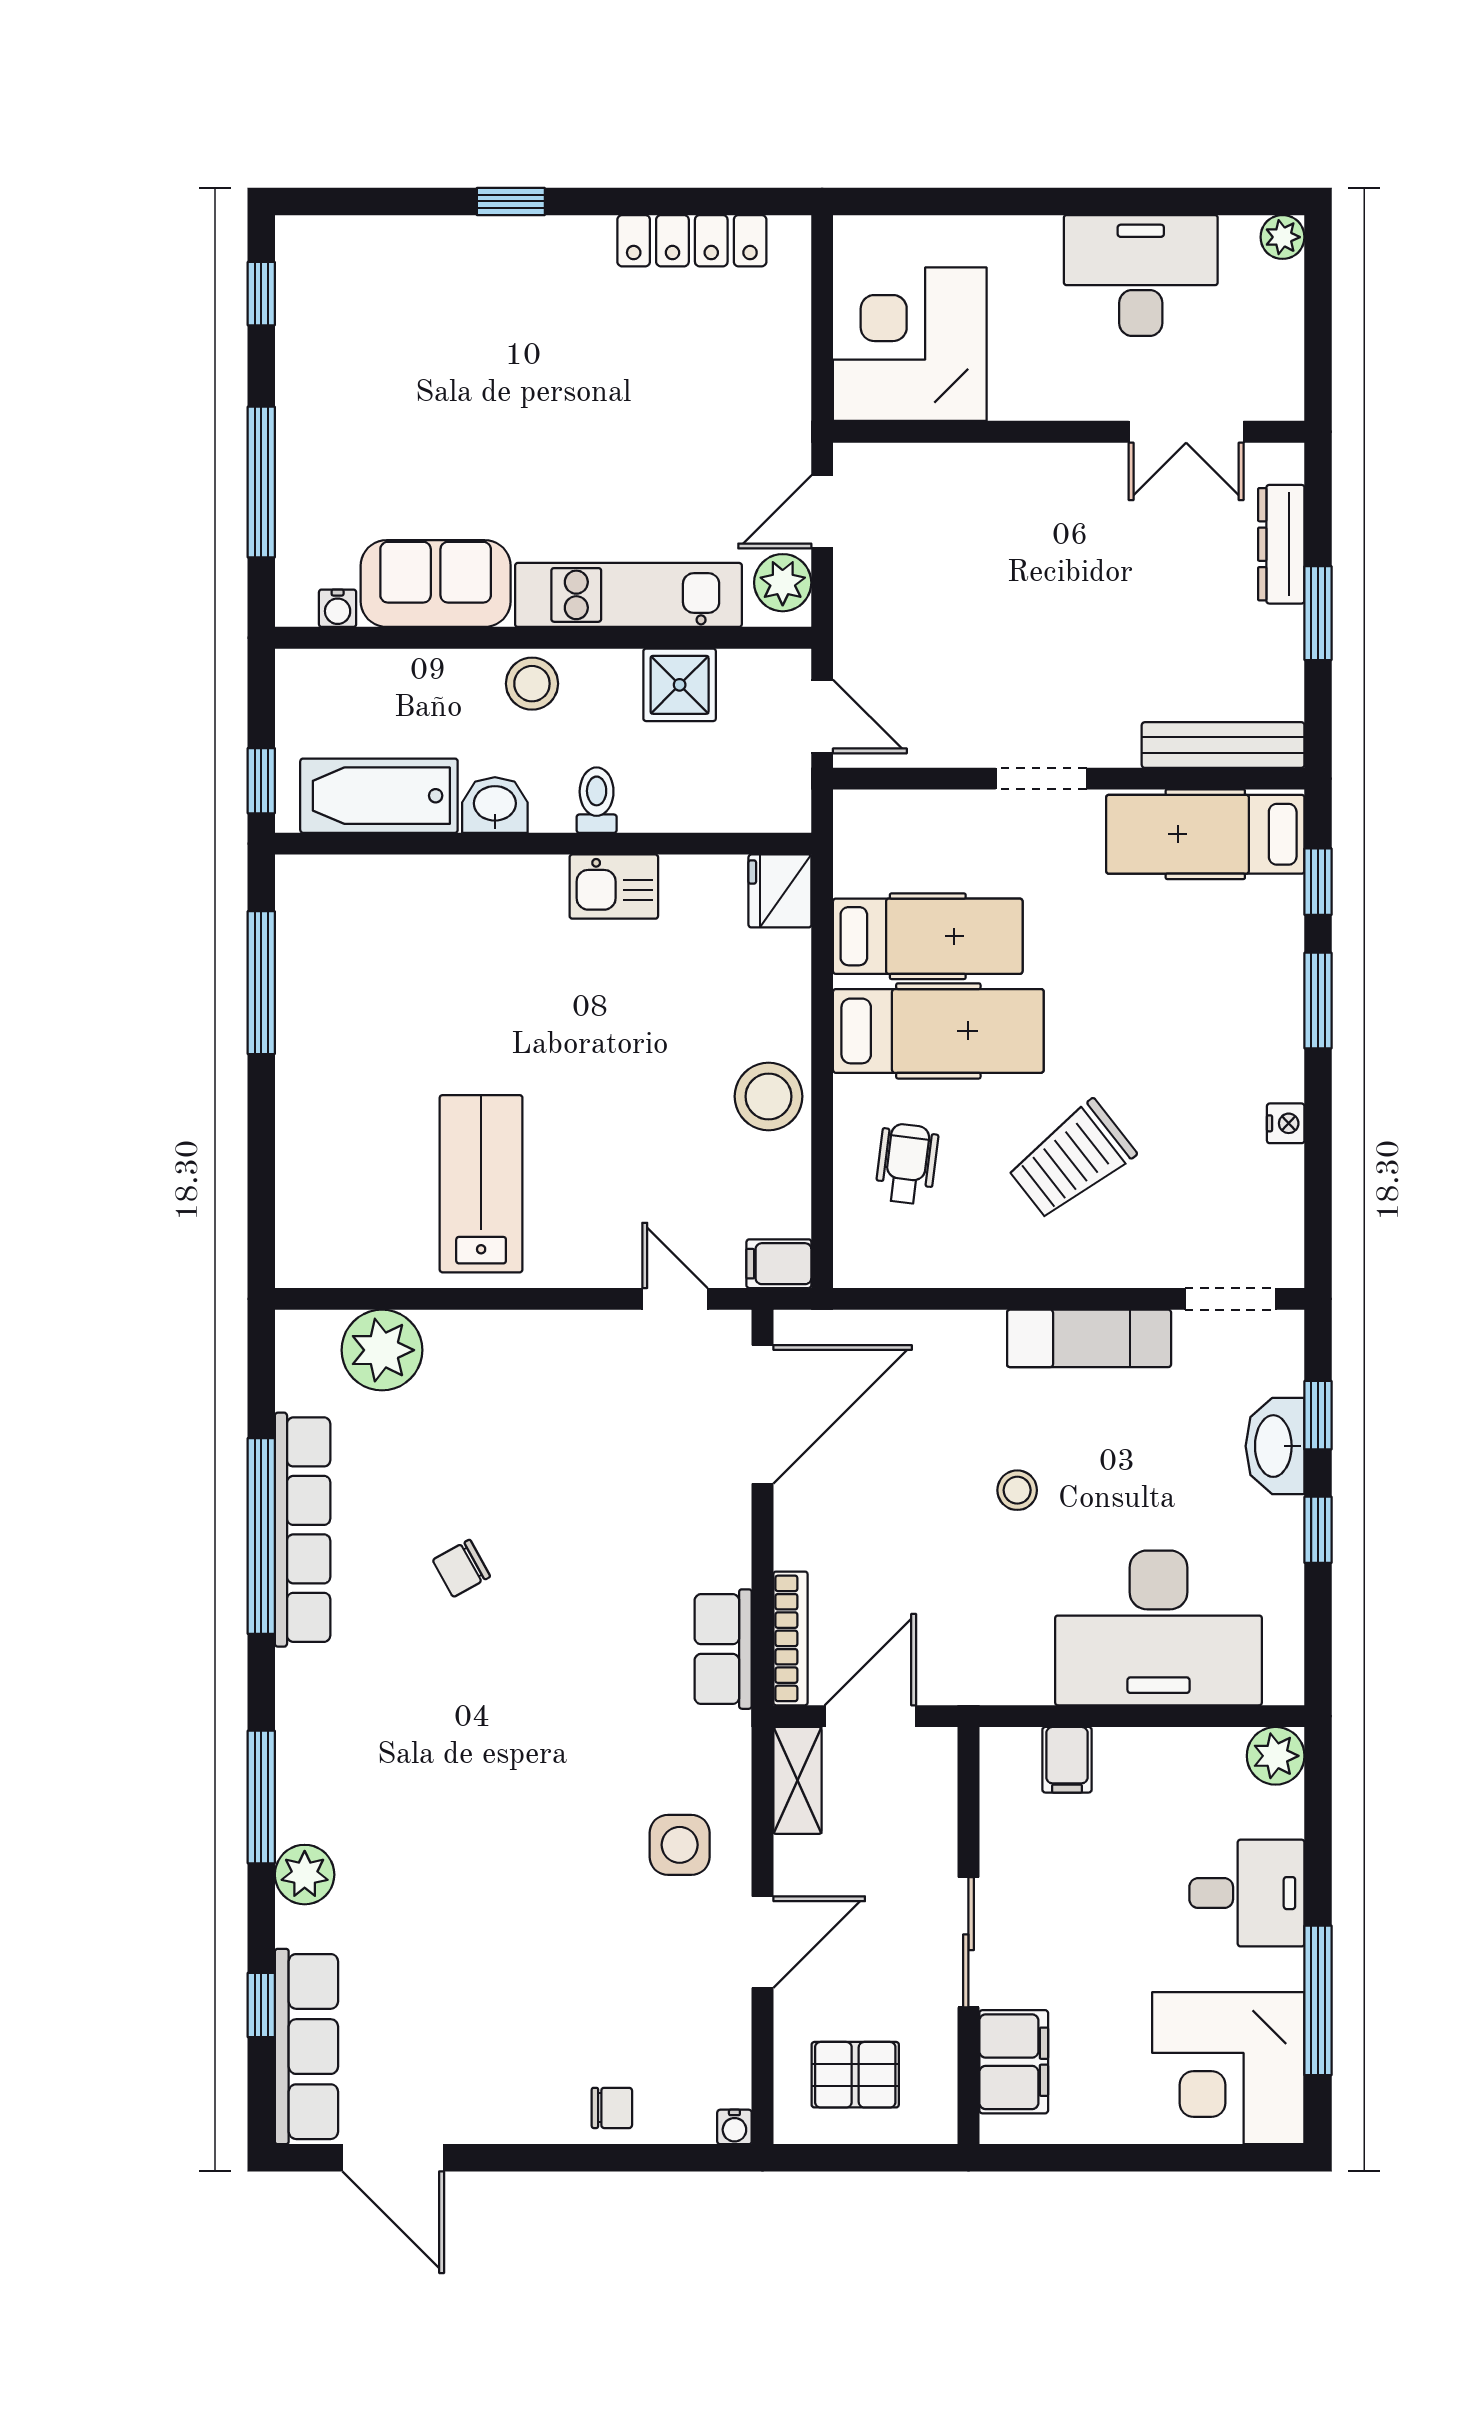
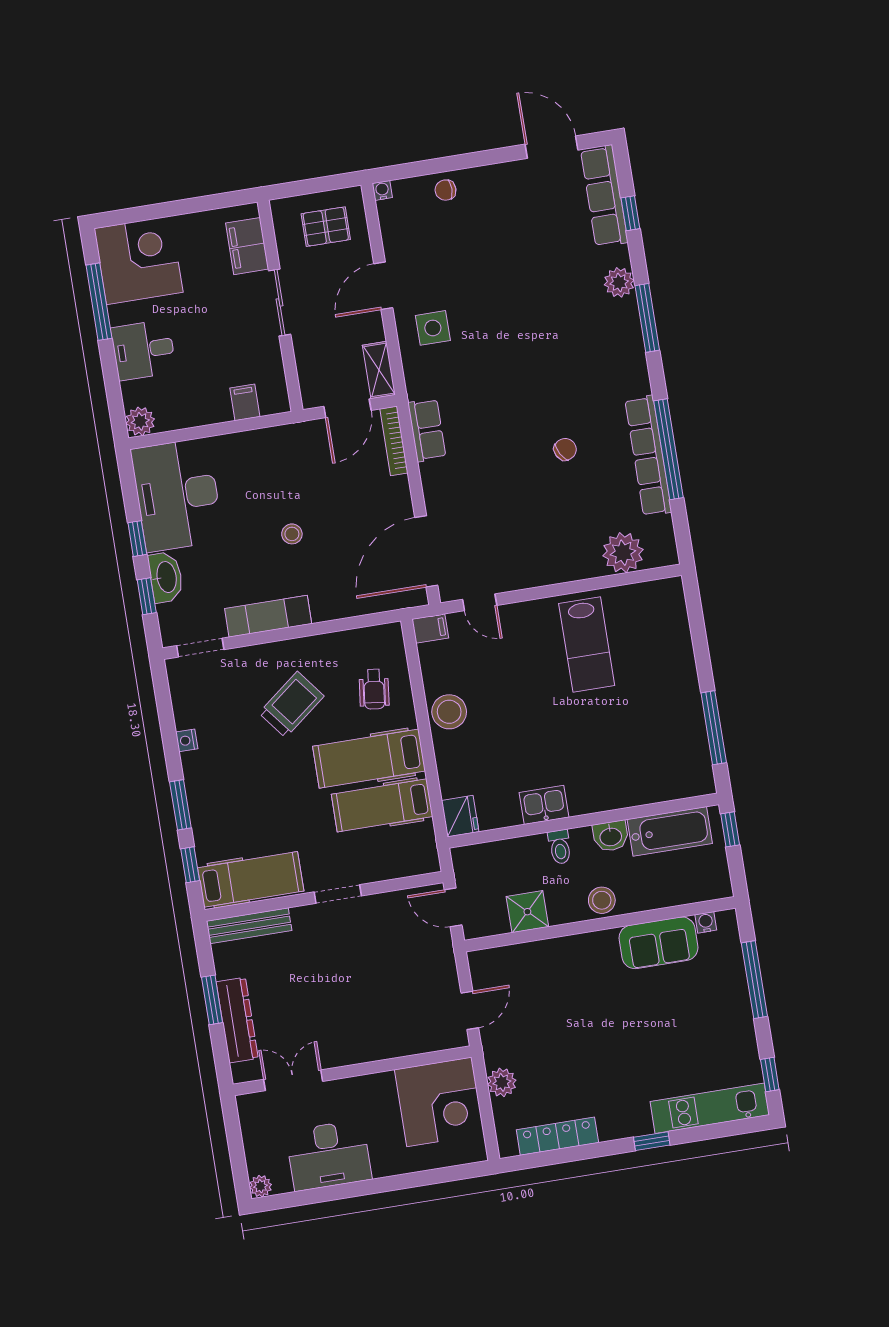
dresser: (1281, 544) -> (237, 1020), width x1.37, depth x1.24
plant: (783, 583) -> (502, 1082), moved
kitchen unit: (628, 595) -> (710, 1108), moved, turned 180
desk: (1158, 1628) -> (177, 495), moved, turned -90

